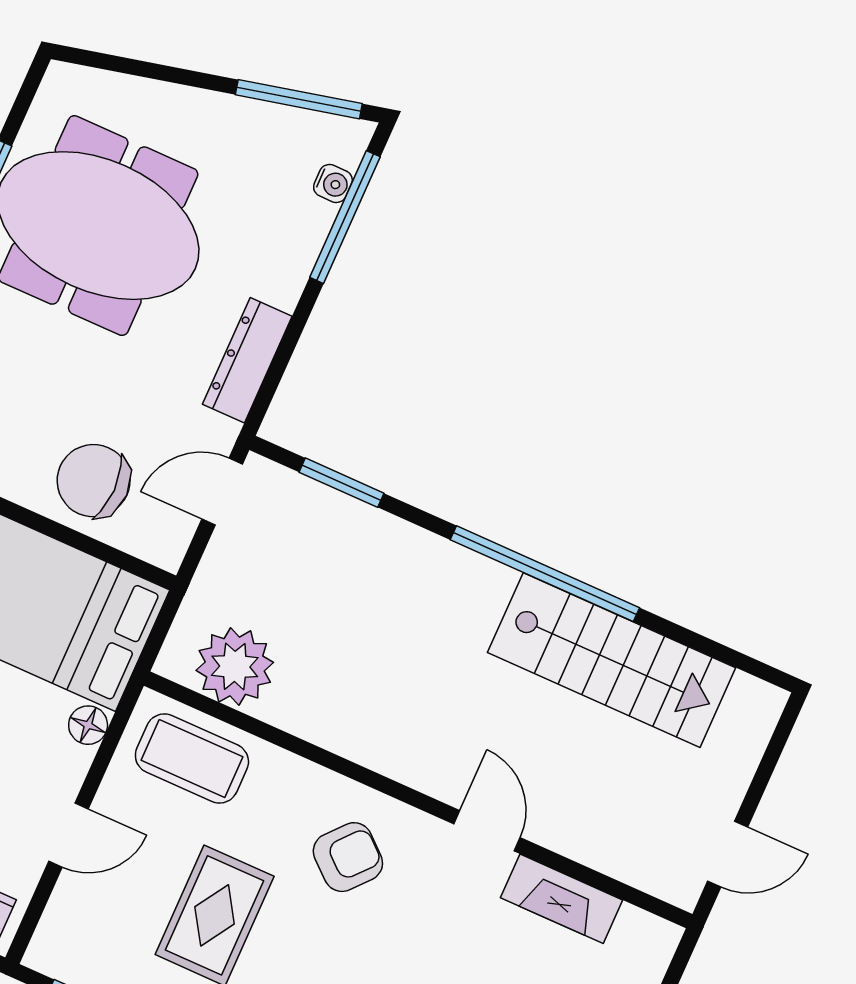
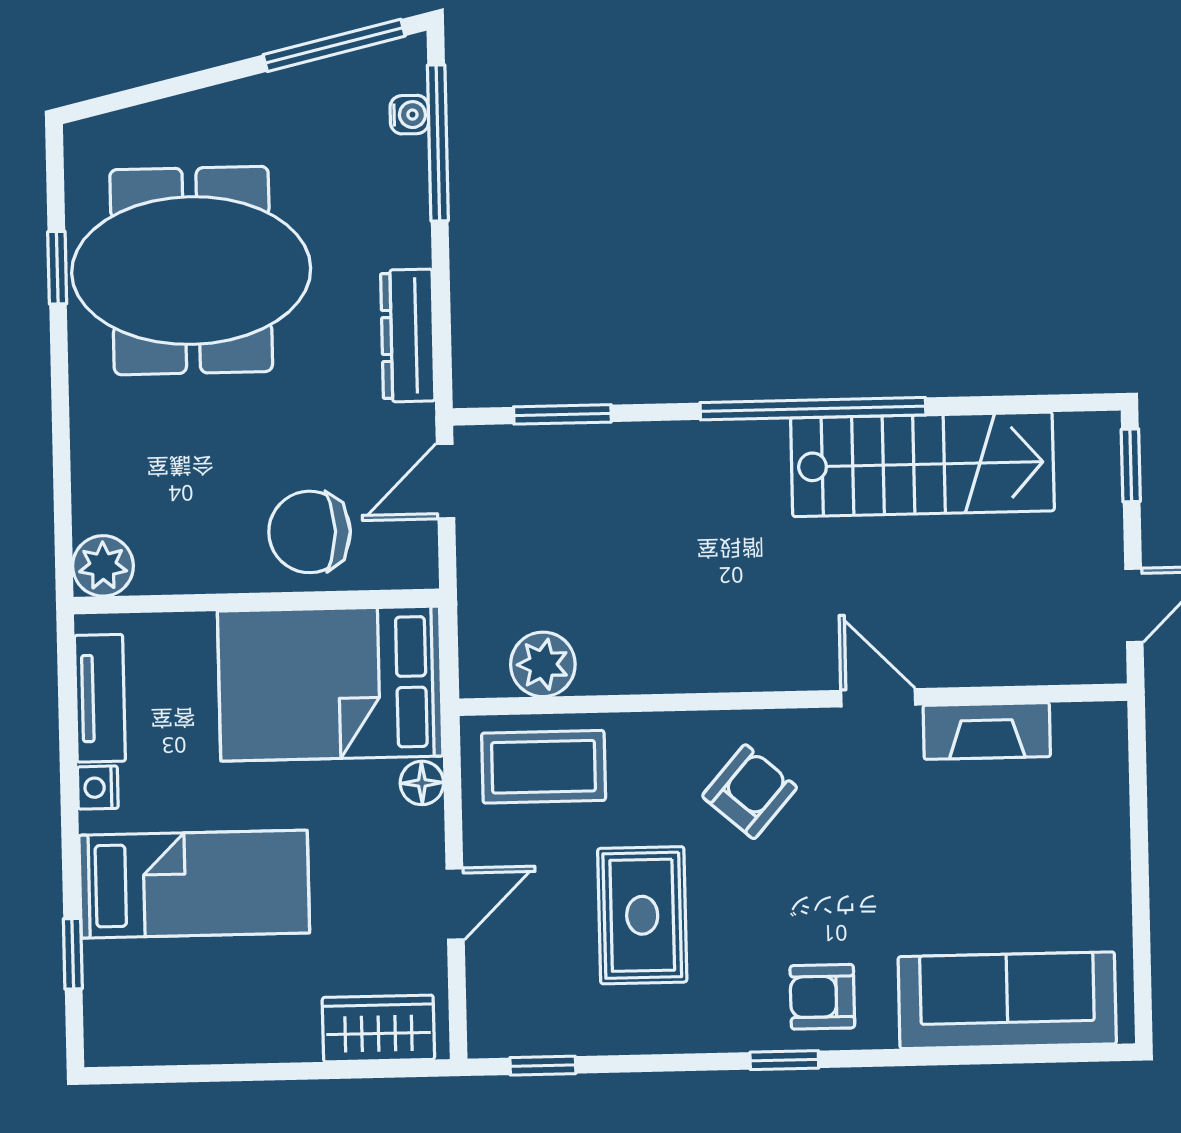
plant: (235, 666) -> (543, 664), width x0.73, depth x0.73
window: (779, 740) -> (1131, 465), added

